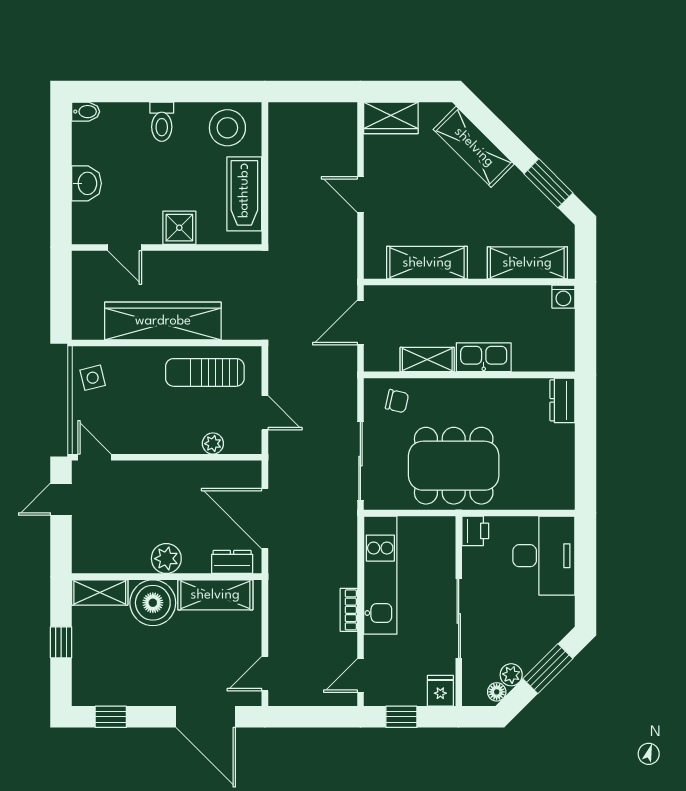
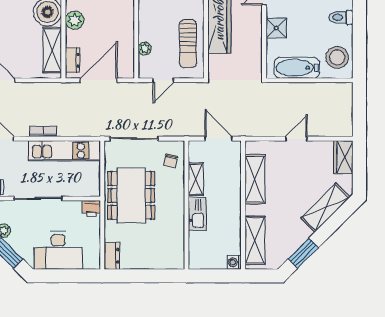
sun lounger: (205, 372) -> (188, 44), turned 180
dresser: (562, 400) -> (112, 256), moved, turned 90
desk: (544, 556) -> (58, 250), moved

